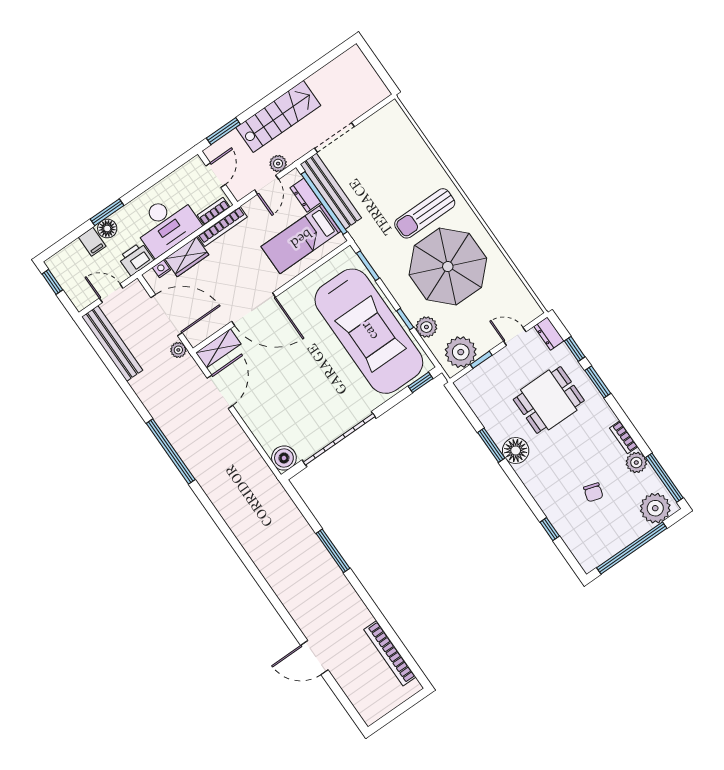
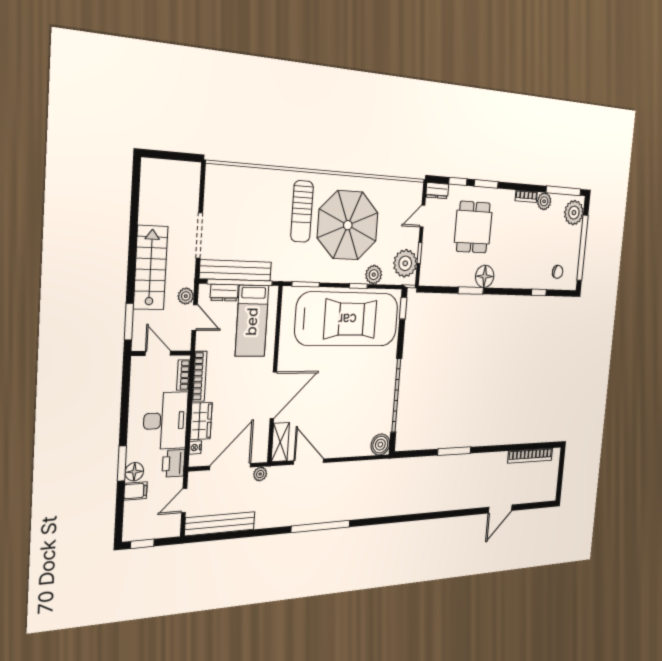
chair: (593, 492) -> (558, 272), moved

